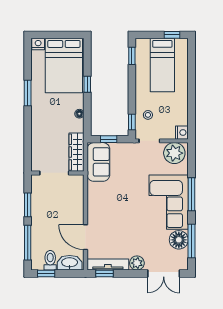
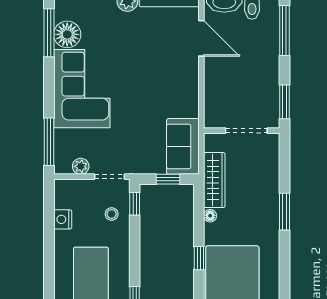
window: (28, 93) -> (284, 212), moved
nightstand: (182, 133) -> (63, 219), moved
wardrobe: (76, 152) -> (214, 180), moved
plant: (174, 153) -> (81, 166), width x0.53, depth x0.53
window: (191, 194) -> (49, 142), moved
window: (28, 205) -> (284, 102), moved

